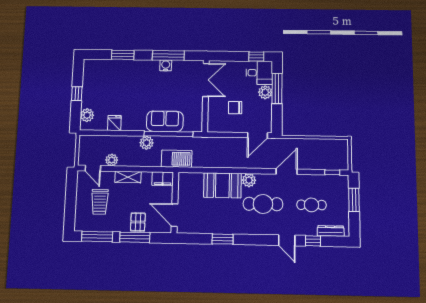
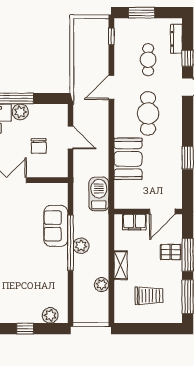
fridge: (114, 123) -> (59, 284), removed
window: (168, 134) -> (70, 243), moved
door: (258, 135) -> (70, 138), moved
barbecue: (177, 159) -> (99, 194), moved
door: (93, 168) -> (111, 305), removed
door: (287, 172) -> (111, 87), hinge flipped
filing cabinet: (163, 179) -> (134, 222), moved, turned 90
plant: (249, 180) -> (122, 129), removed

